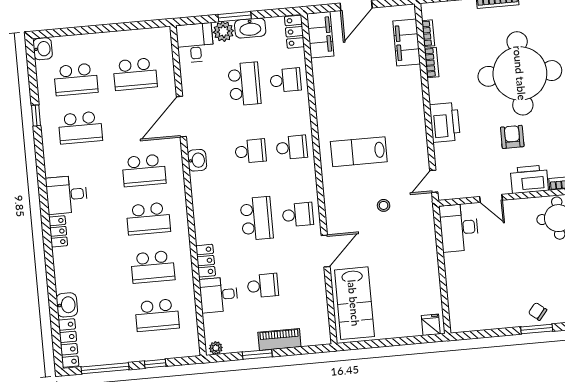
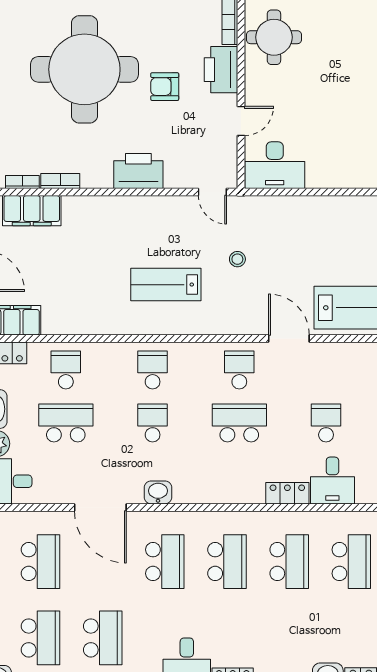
lab bench: (359, 152) -> (166, 285), turned 90

